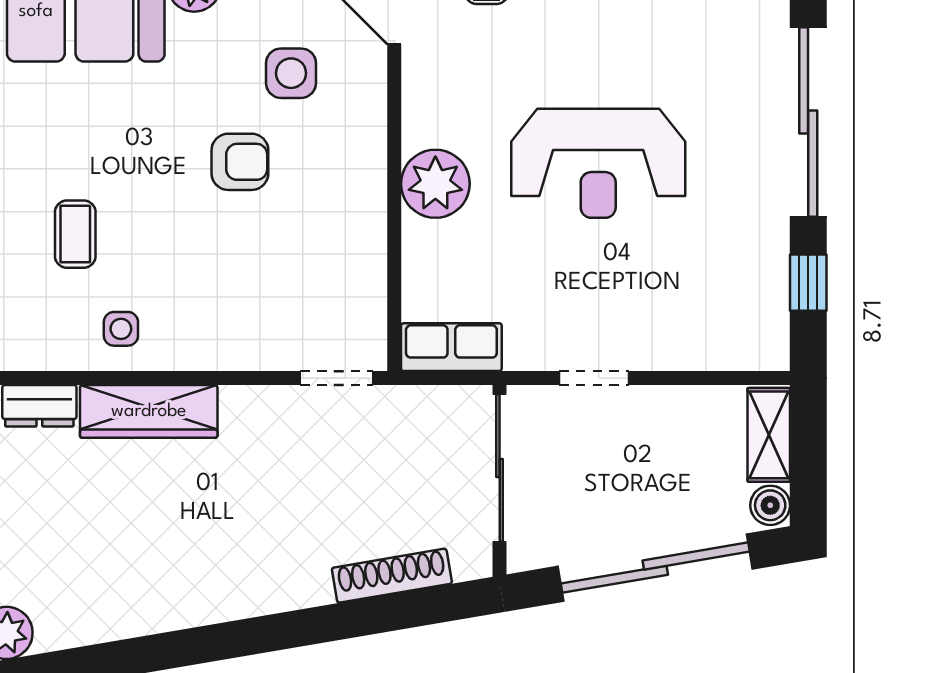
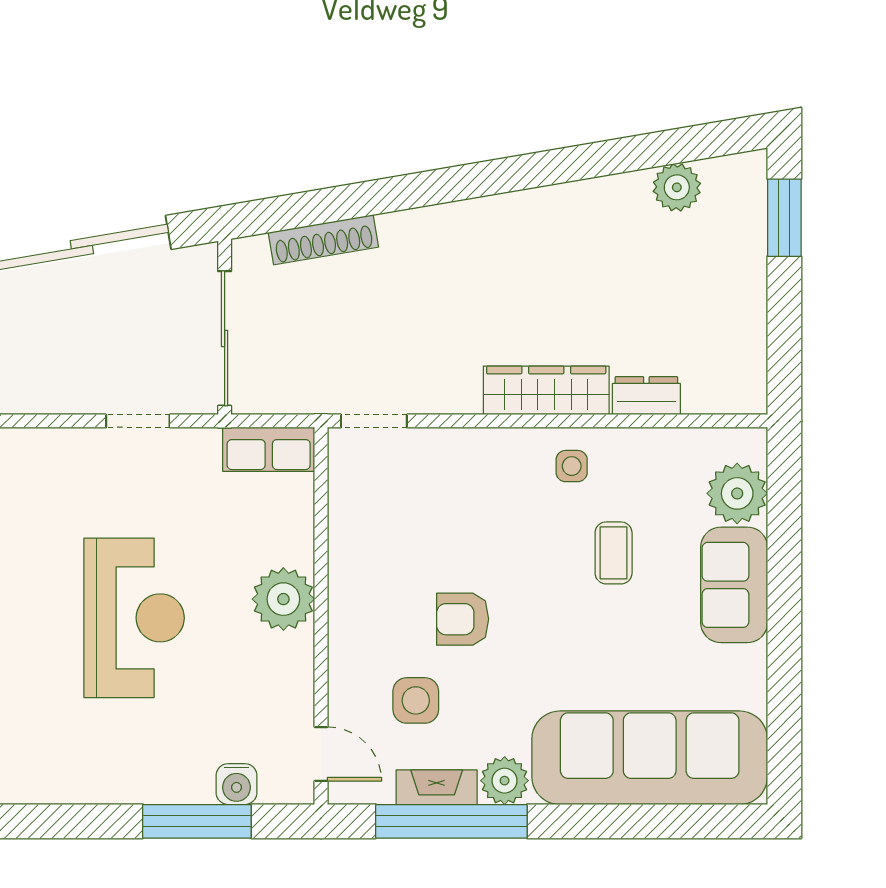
reception desk: (598, 163) -> (134, 618), turned 90

